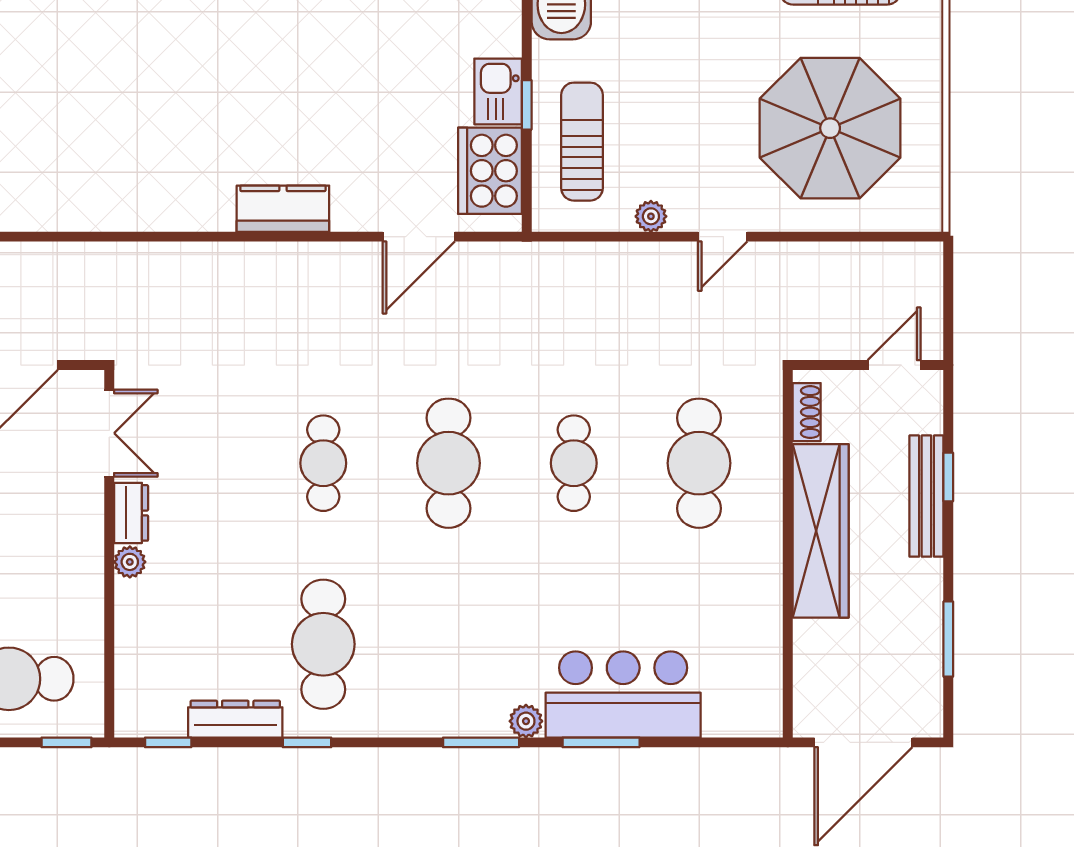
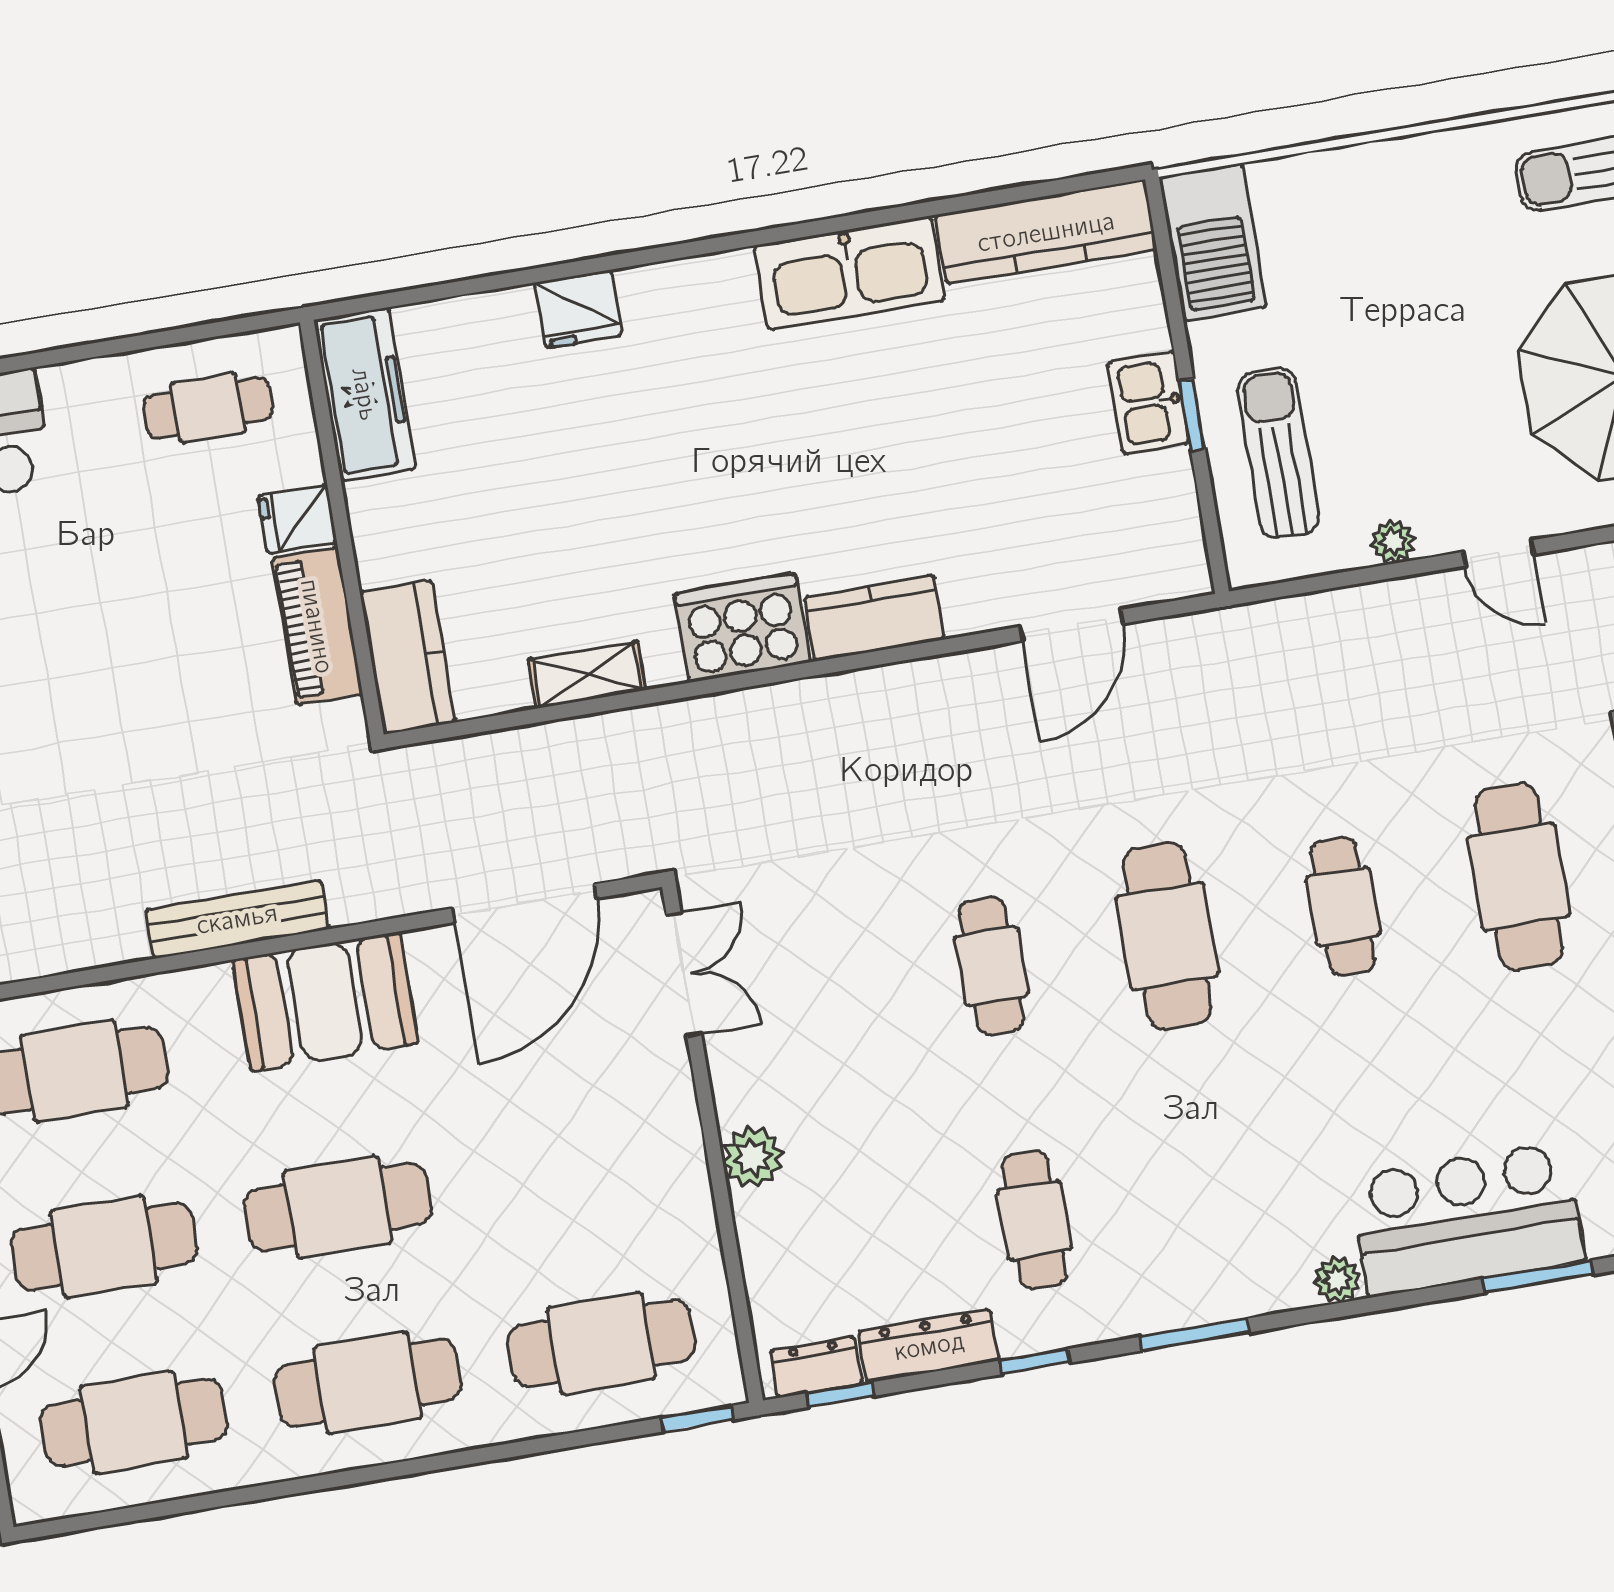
cooker: (490, 171) -> (742, 628), moved, turned 90
shelving: (77, 214) -> (587, 675), added
door: (723, 237) -> (1498, 553), hinge flipped
dresser: (131, 513) -> (816, 1367), moved, turned -90
plant: (130, 562) -> (753, 1157), width x1.38, depth x1.38
cafe table: (323, 644) -> (1034, 1220), width x0.73, depth x0.74
window: (481, 742) -> (1195, 1335), moved
window: (601, 742) -> (1538, 1276), moved

